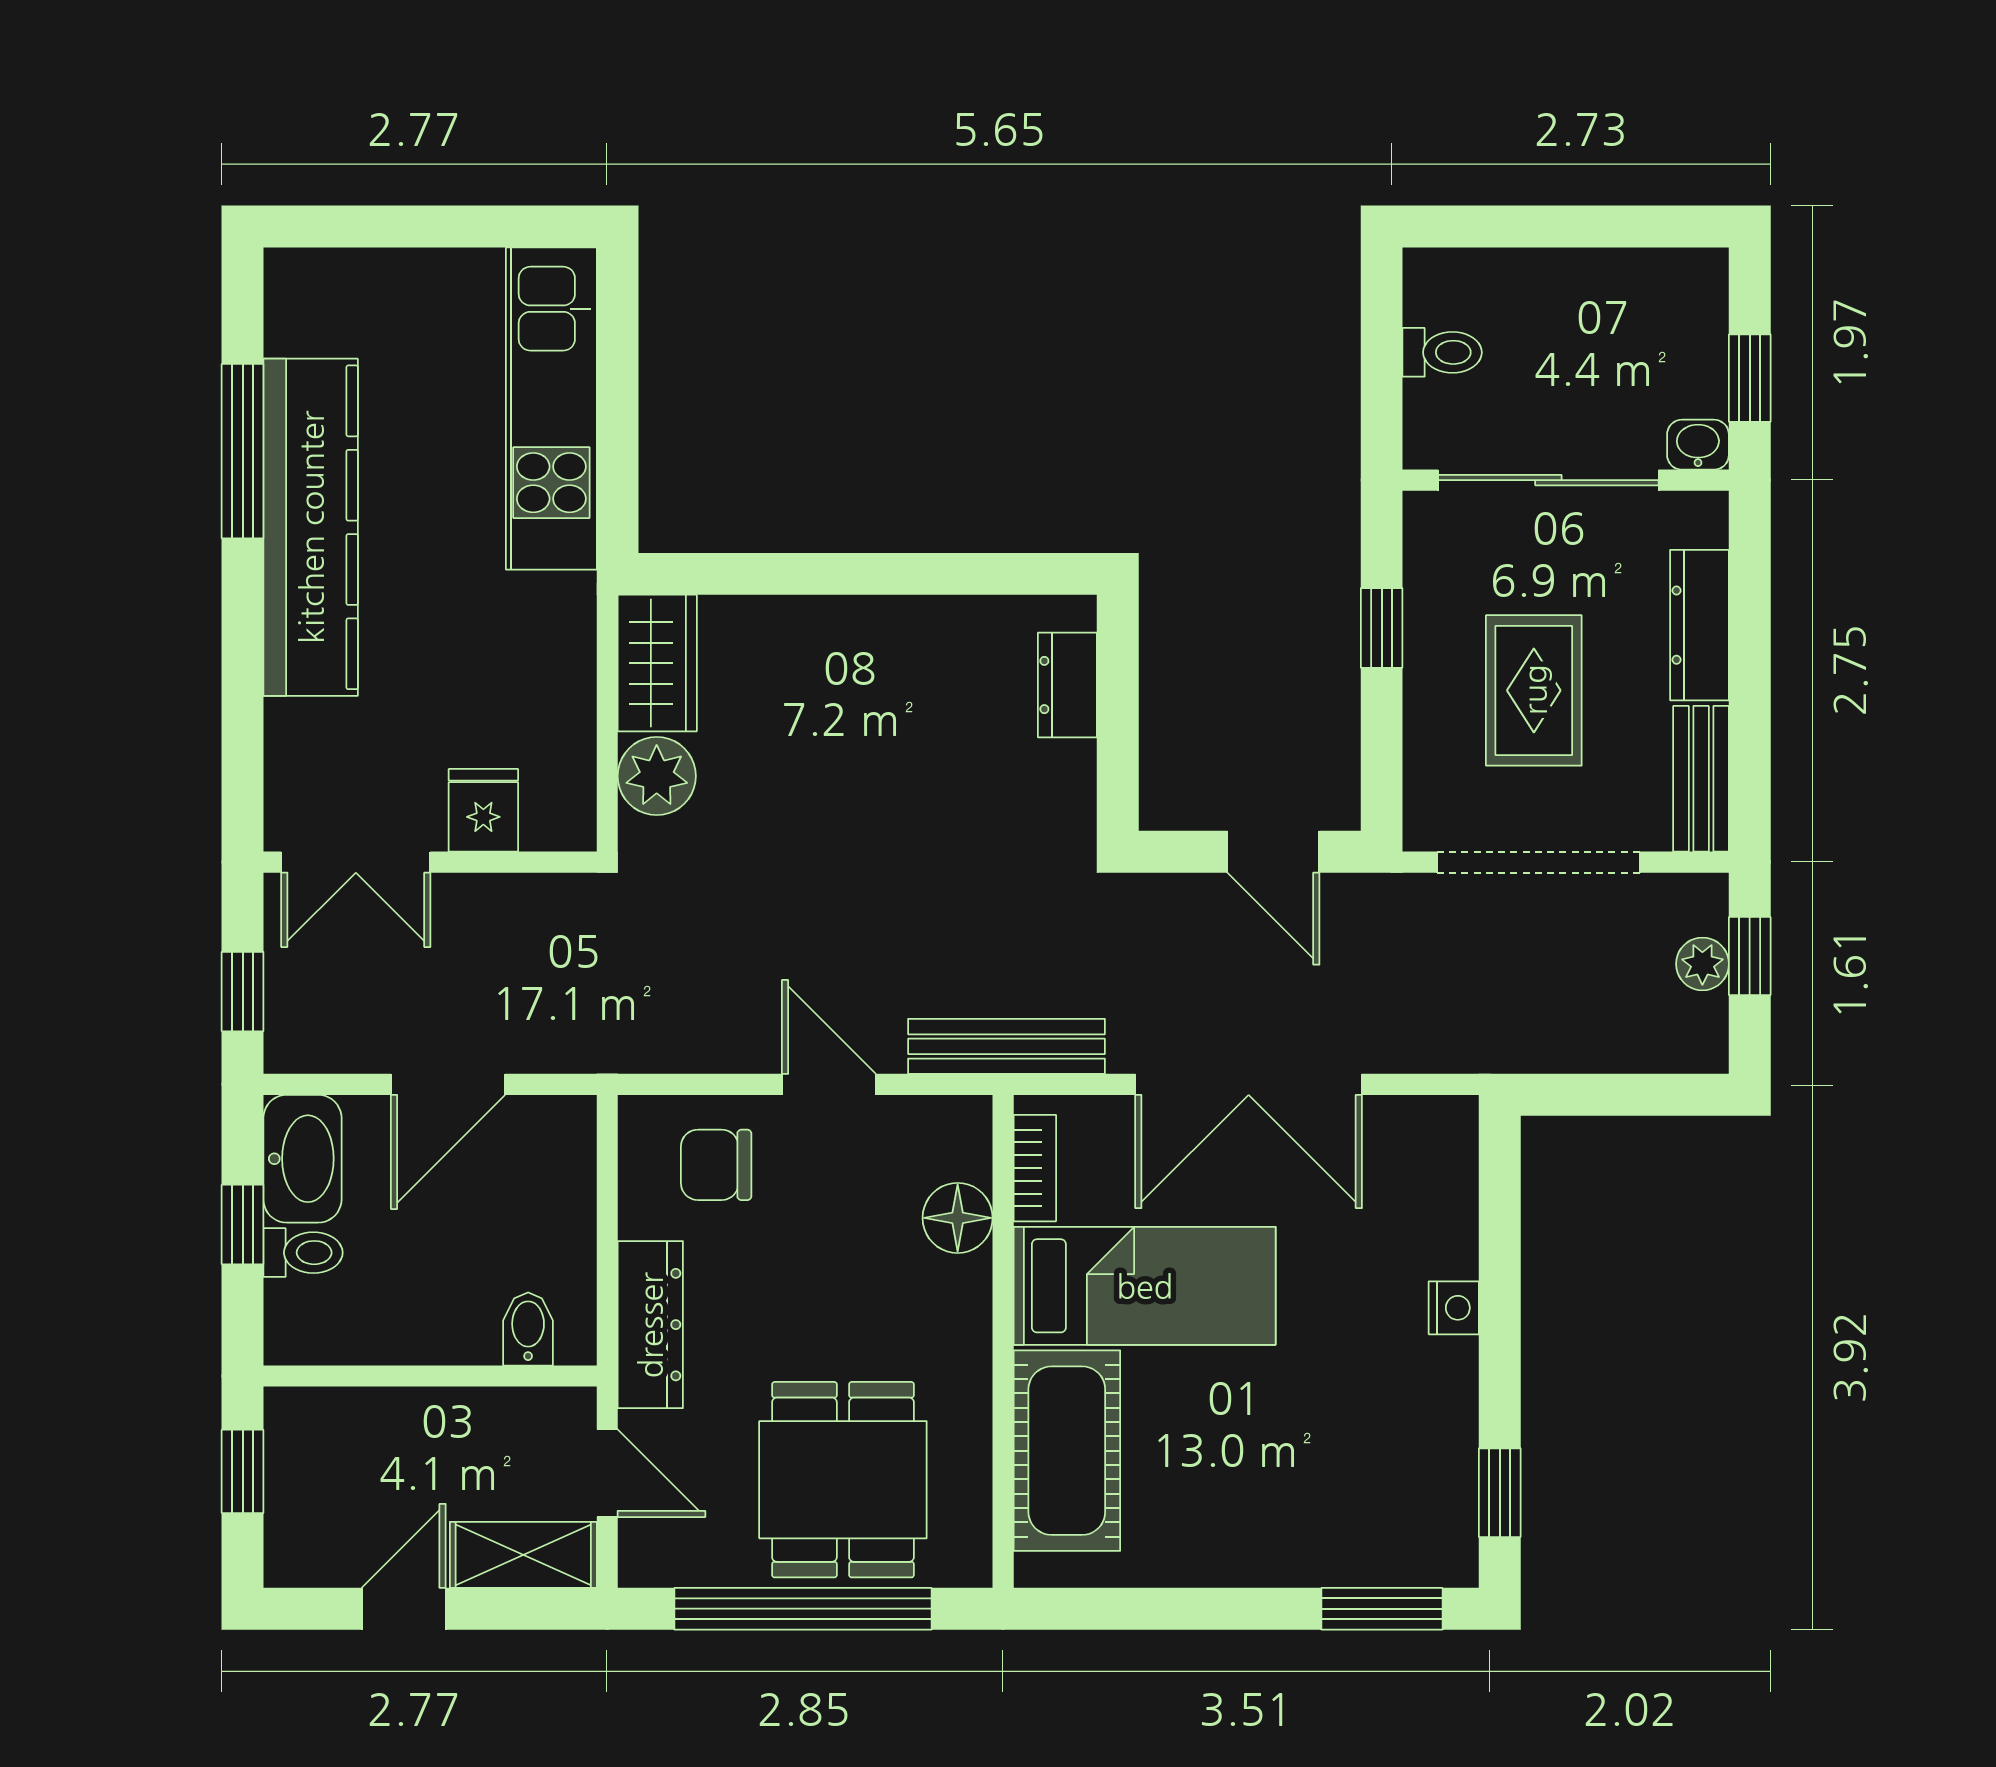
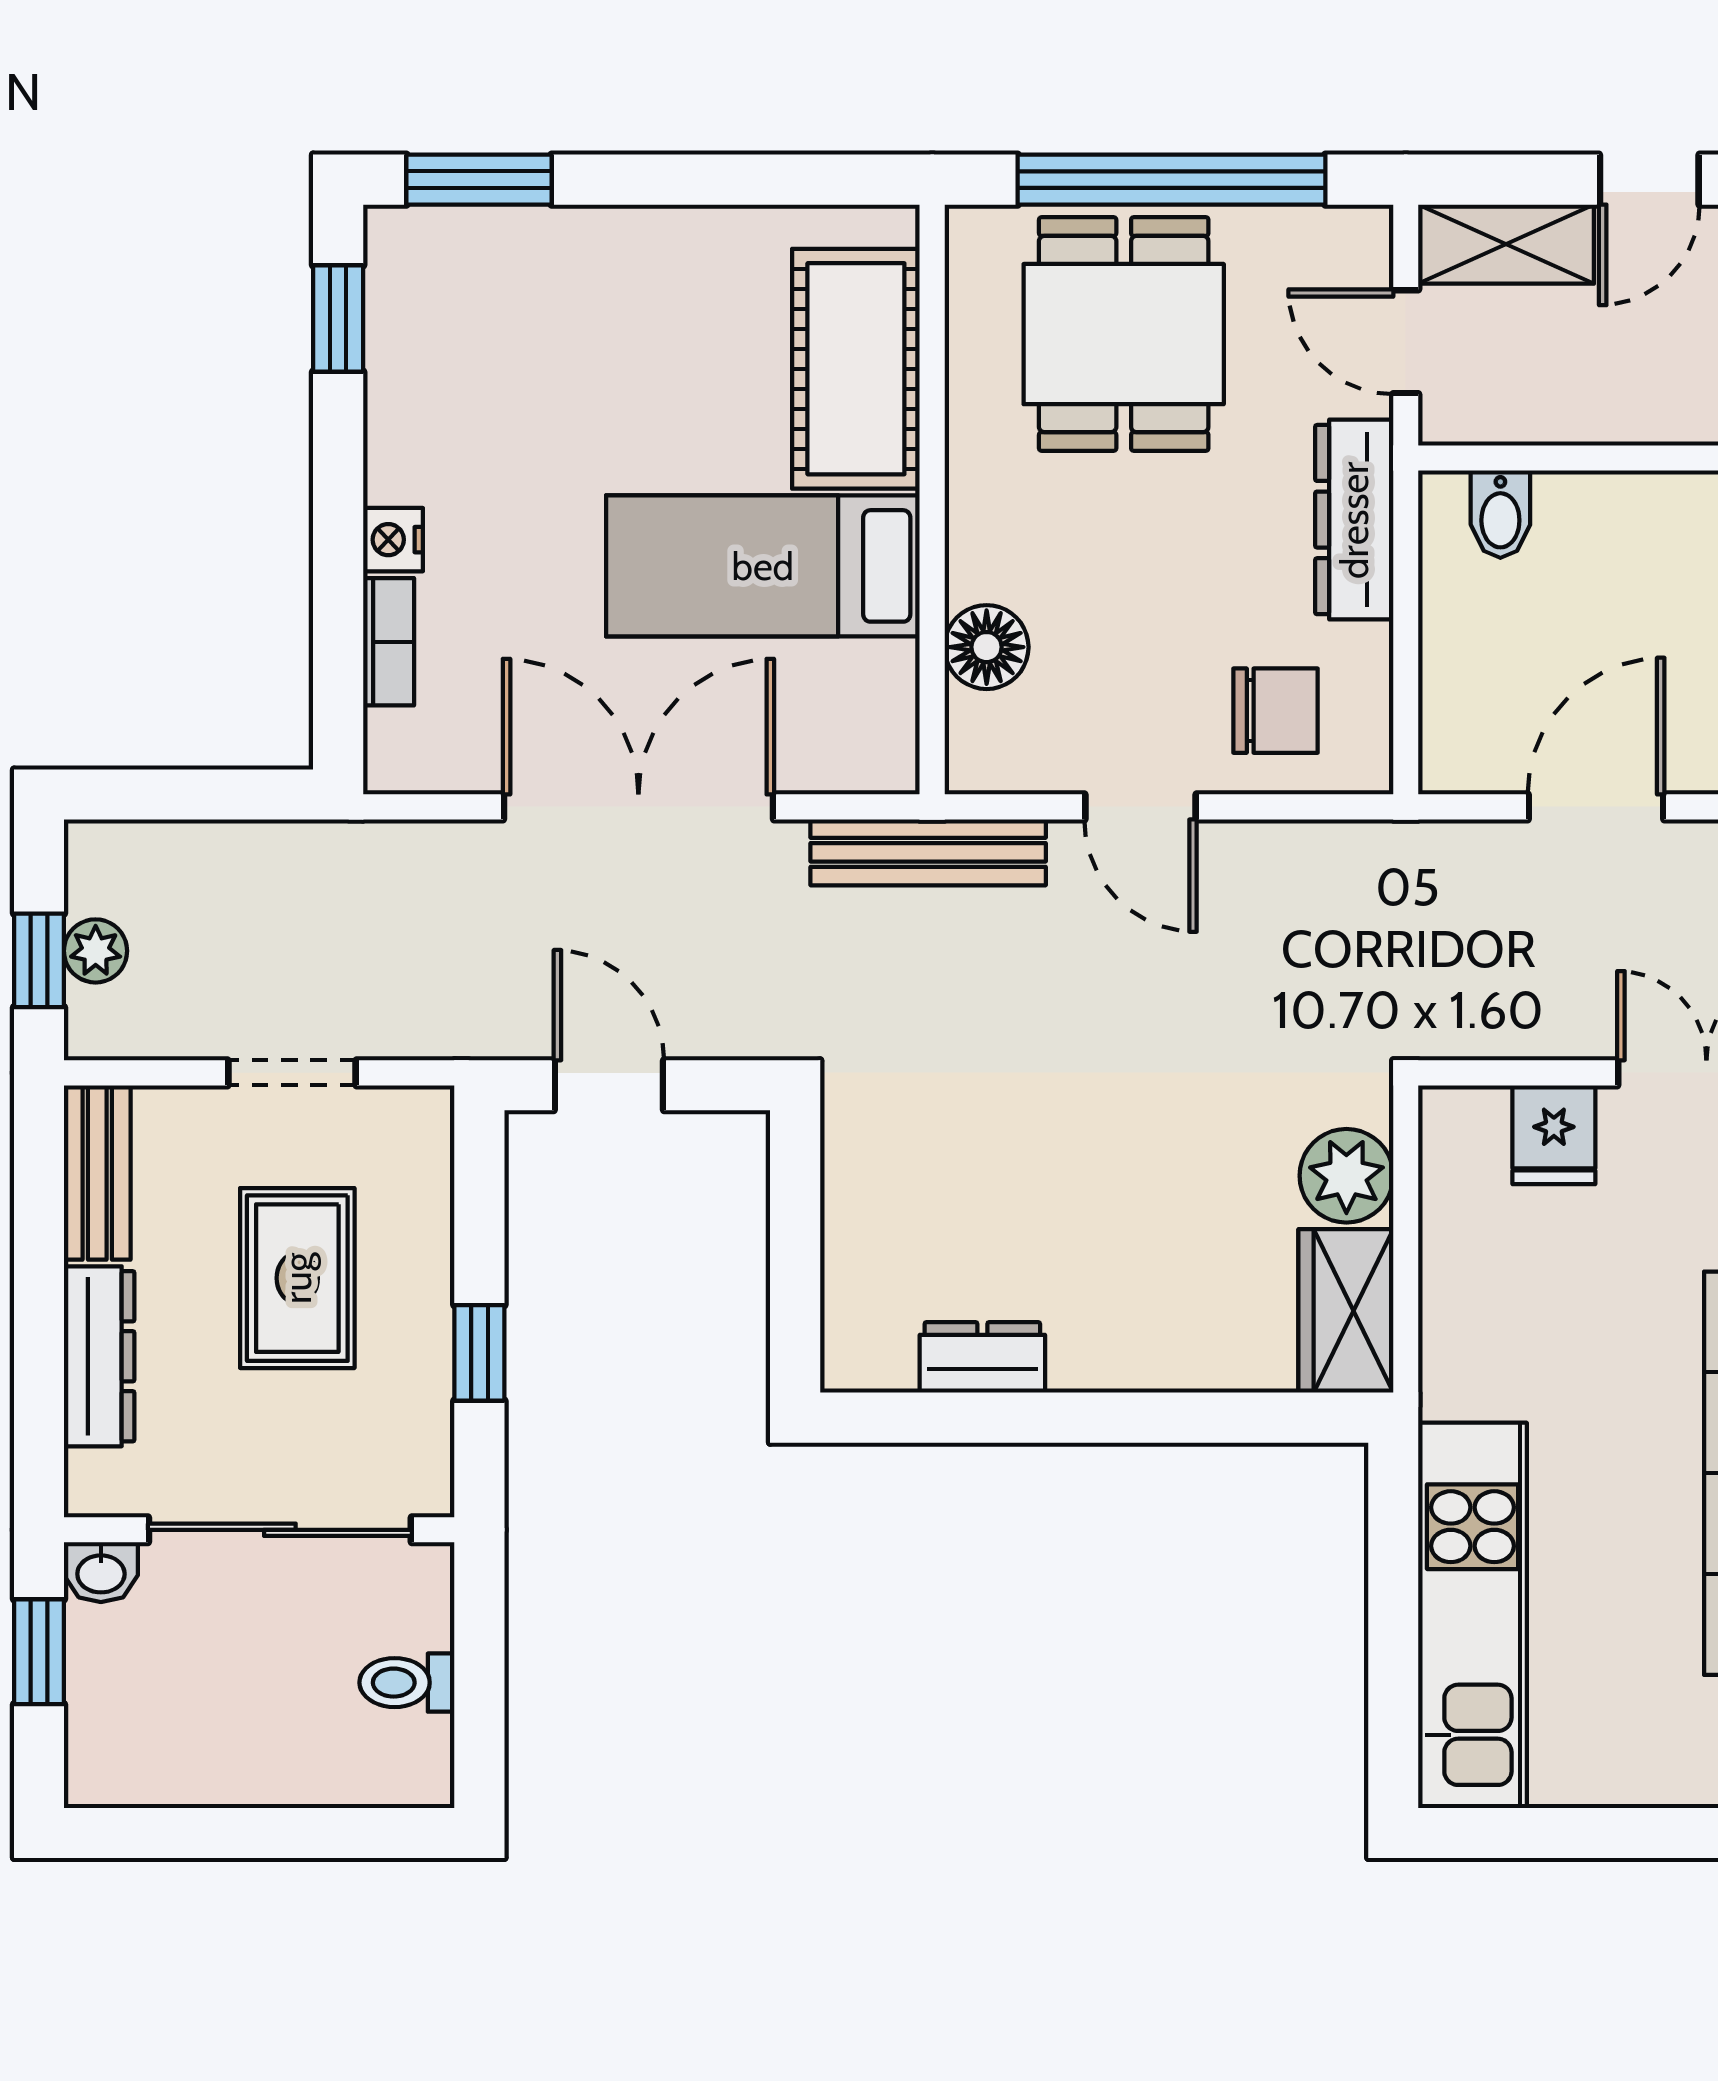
dresser: (1067, 685) -> (982, 1357), moved, turned -90
doorway: (1538, 862) -> (292, 1073), width x0.53
bookcase: (1035, 1168) -> (389, 642), moved, turned 180

